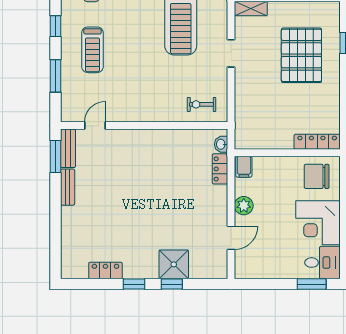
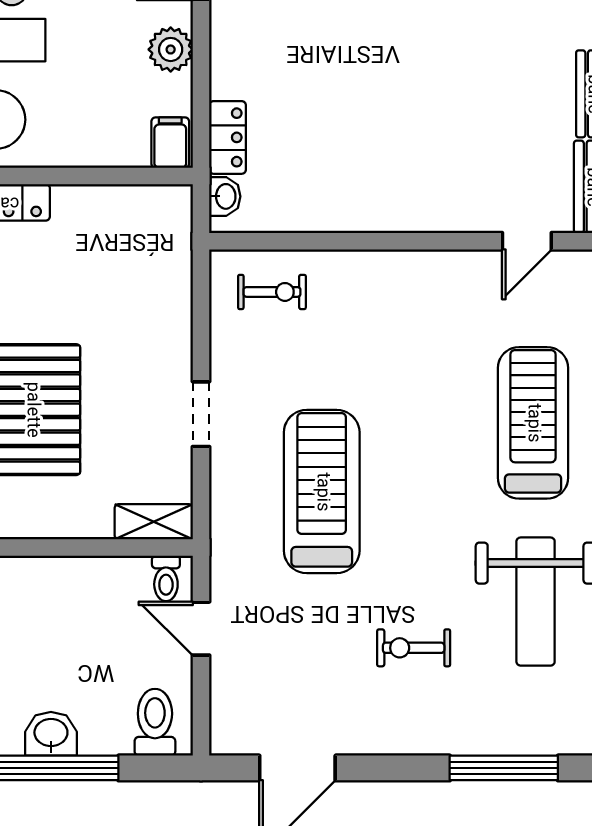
treadmill: (92, 50) -> (533, 423), width x1.37, depth x1.38

